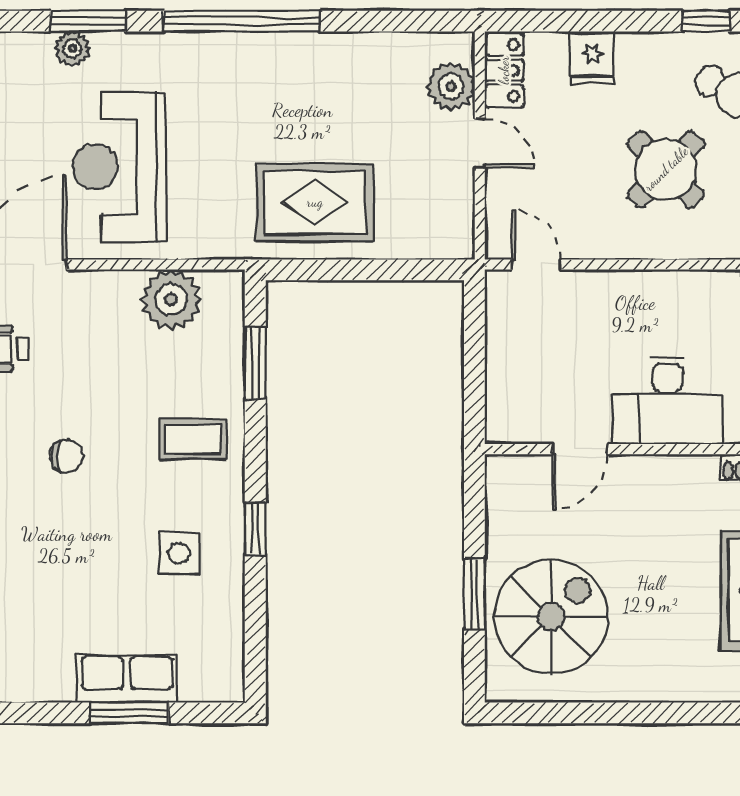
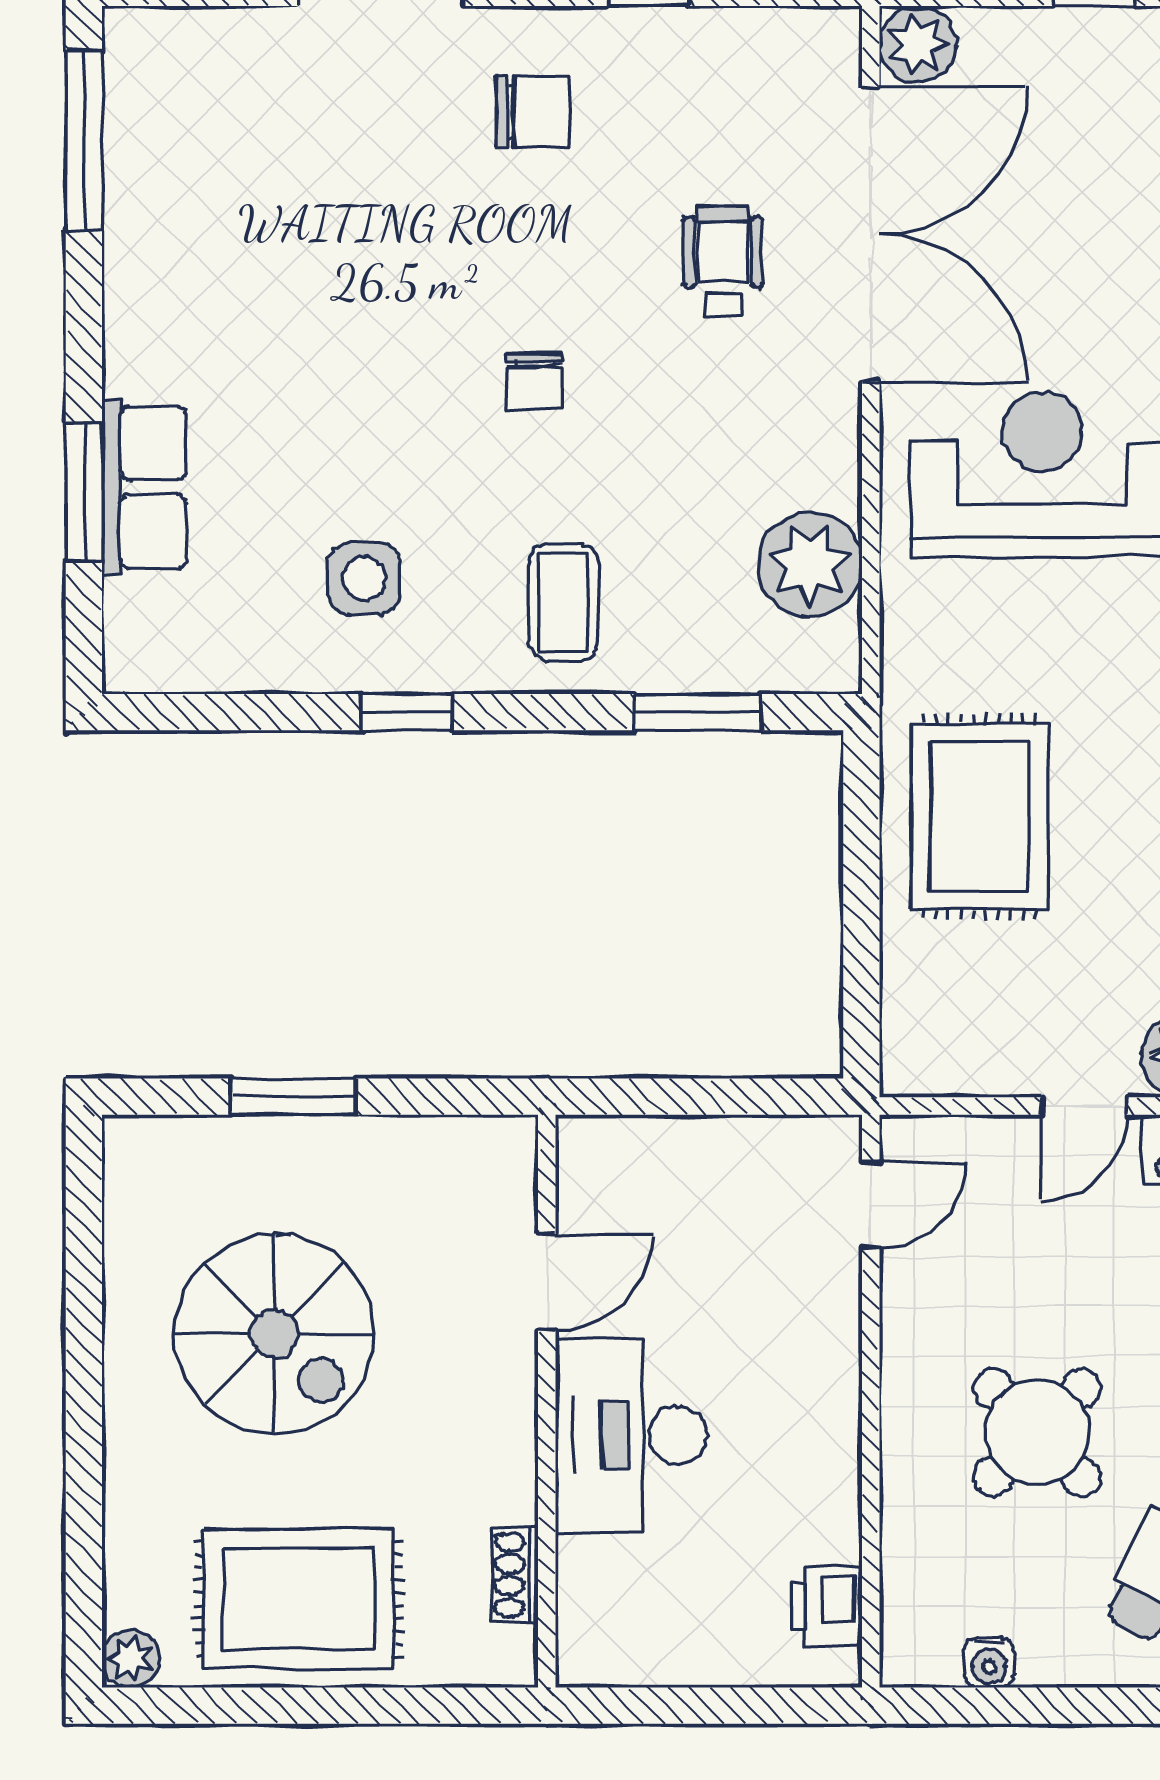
door: (580, 449) -> (547, 1282), swing flipped
spiral stairs: (551, 617) -> (275, 1334), moved

